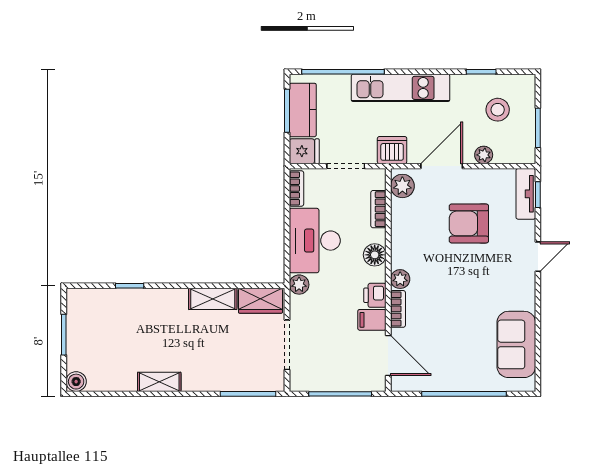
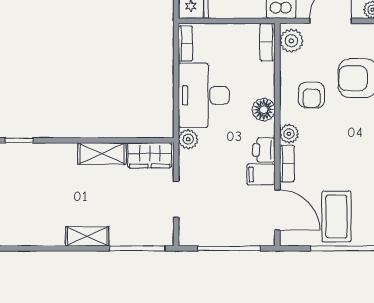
doorway: (346, 166) -> (235, 21), removed
bookcase: (378, 209) -> (267, 42), moved
armchair: (423, 240) -> (312, 95), added
doorway: (287, 345) -> (176, 199), width x0.73
coffee table: (448, 362) -> (336, 216), added
shelving: (159, 382) -> (87, 236), moved

